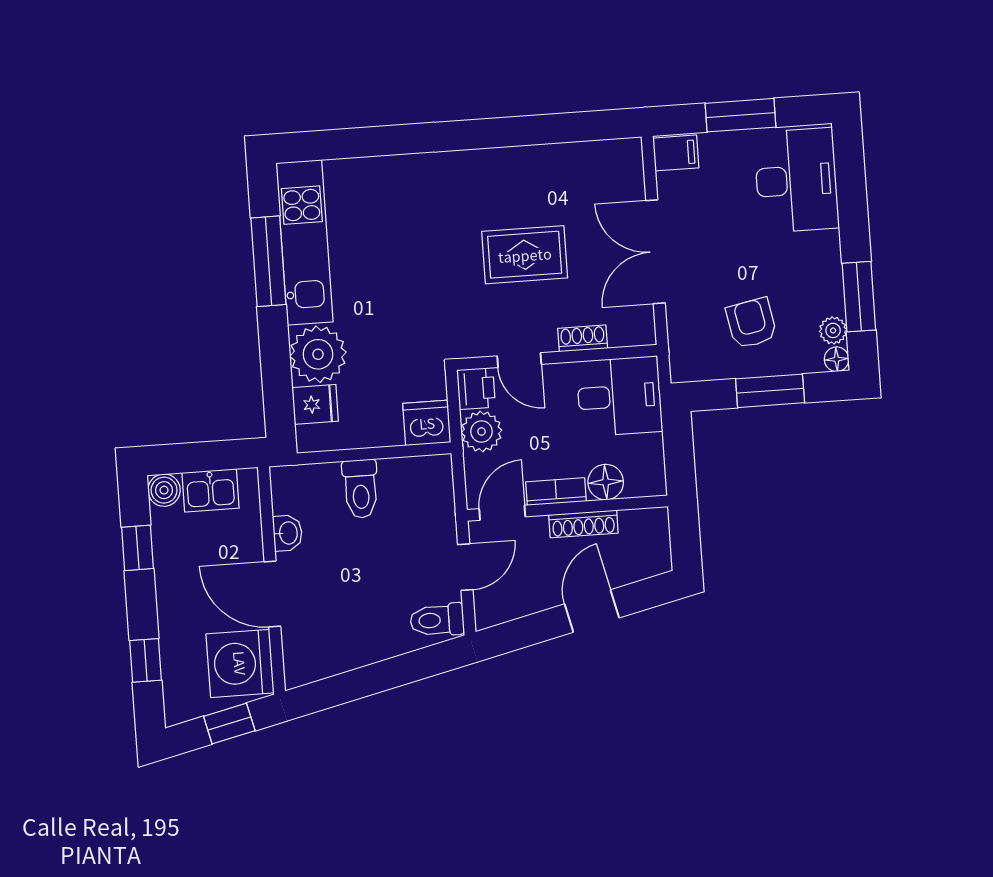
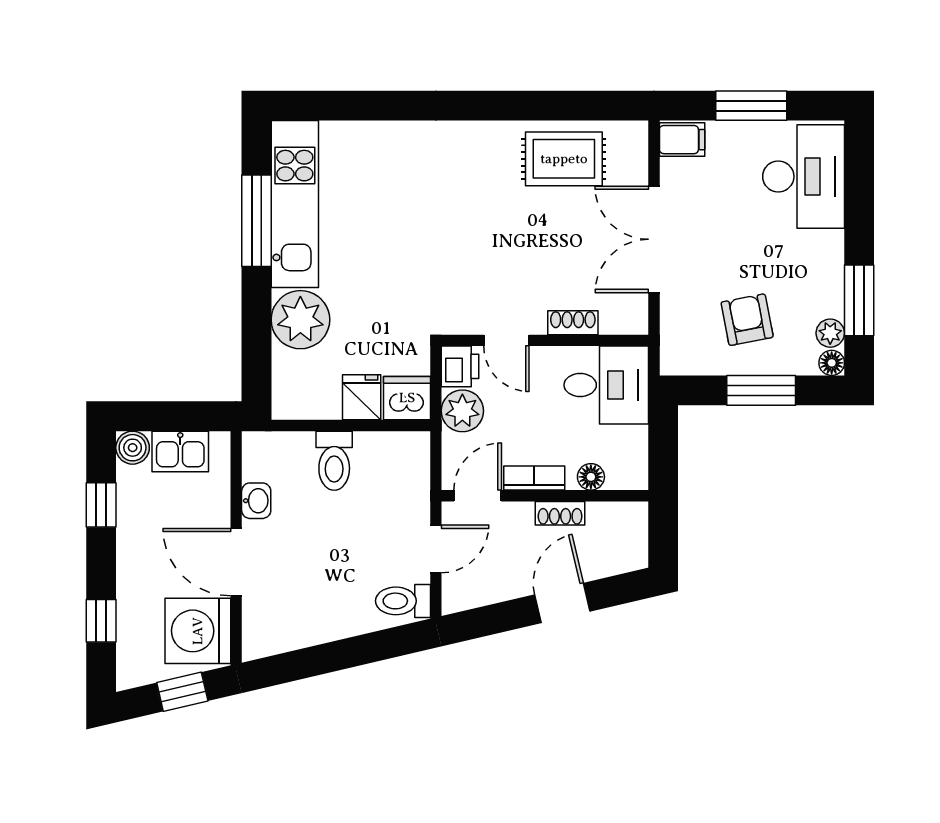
rug: (525, 255) -> (564, 159), moved
fridge: (315, 404) -> (362, 397), moved, turned -90
floor lamp: (606, 482) -> (591, 477), width x0.73, depth x0.73
shoe rack: (583, 524) -> (560, 513), width x0.70

